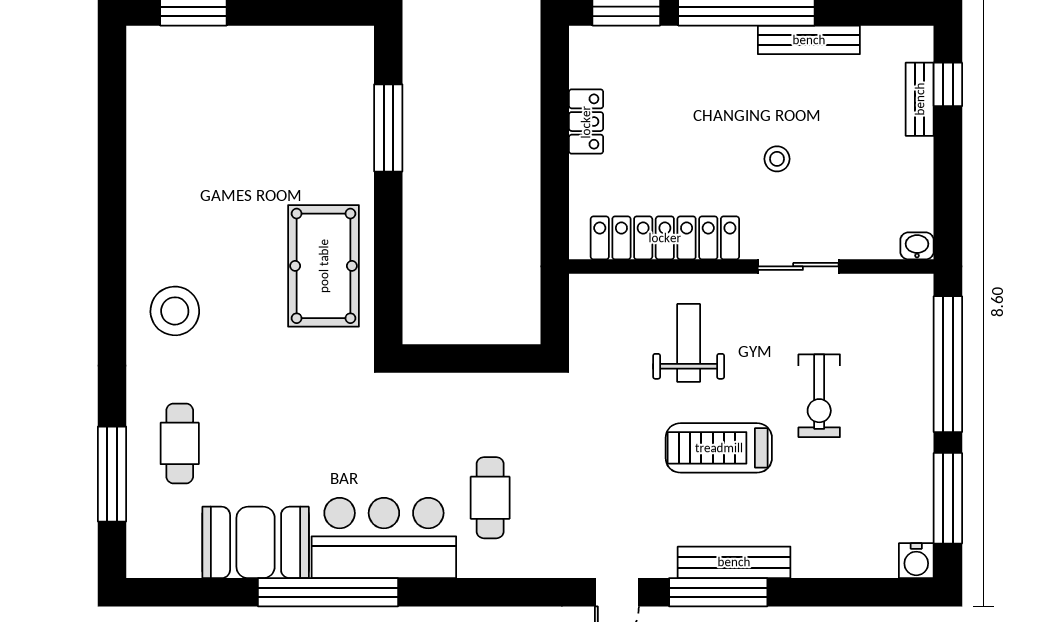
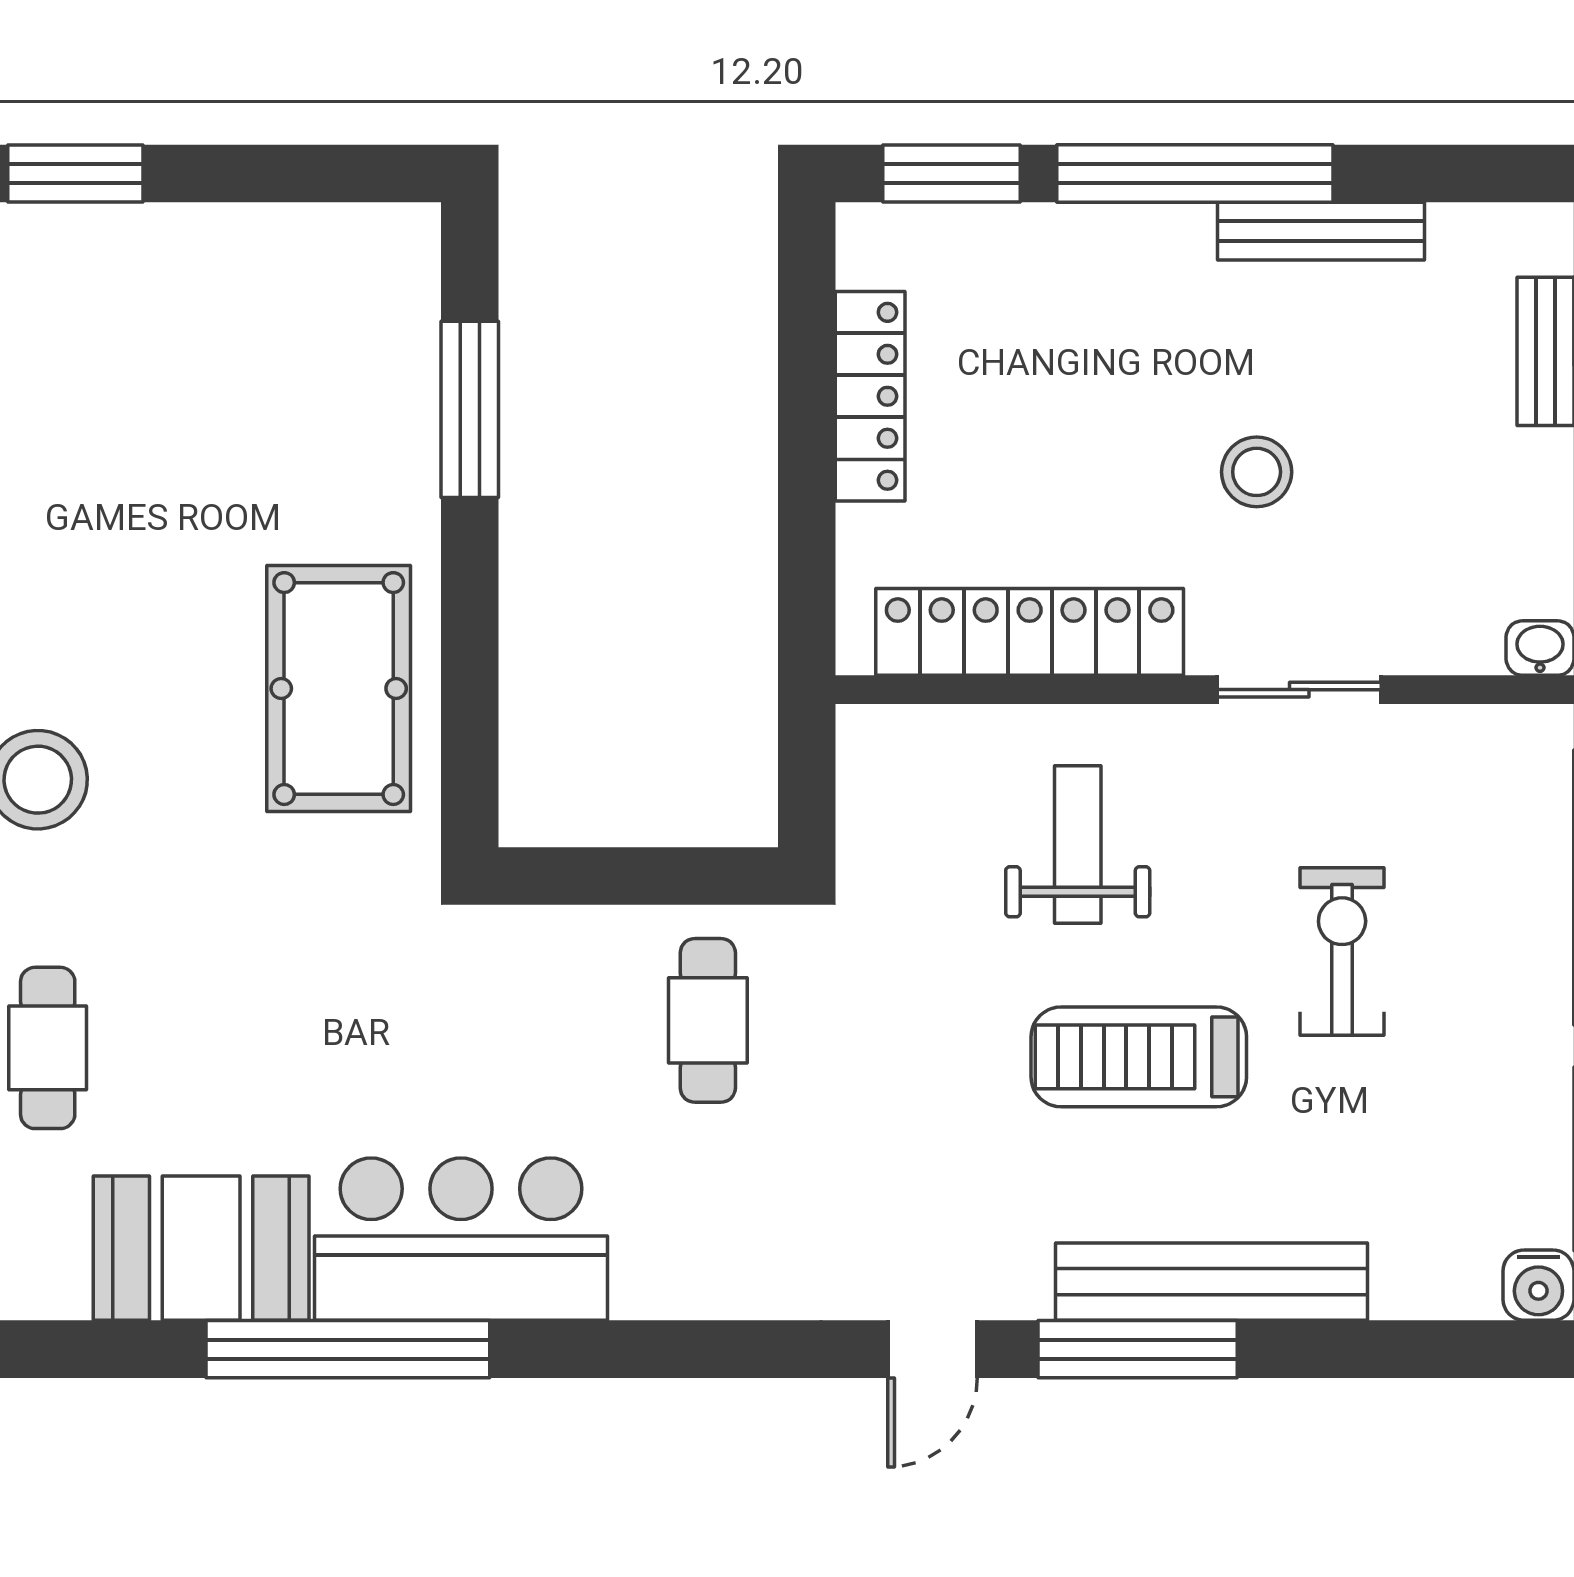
locker: (586, 122) -> (870, 396), width x1.53
stool: (777, 159) -> (1257, 472), width x1.37, depth x1.37
exercise bike: (819, 396) -> (1342, 951), turned 180
cafe table: (490, 498) -> (708, 1020), moved
bench: (734, 562) -> (1212, 1282), width x1.37, depth x1.21

